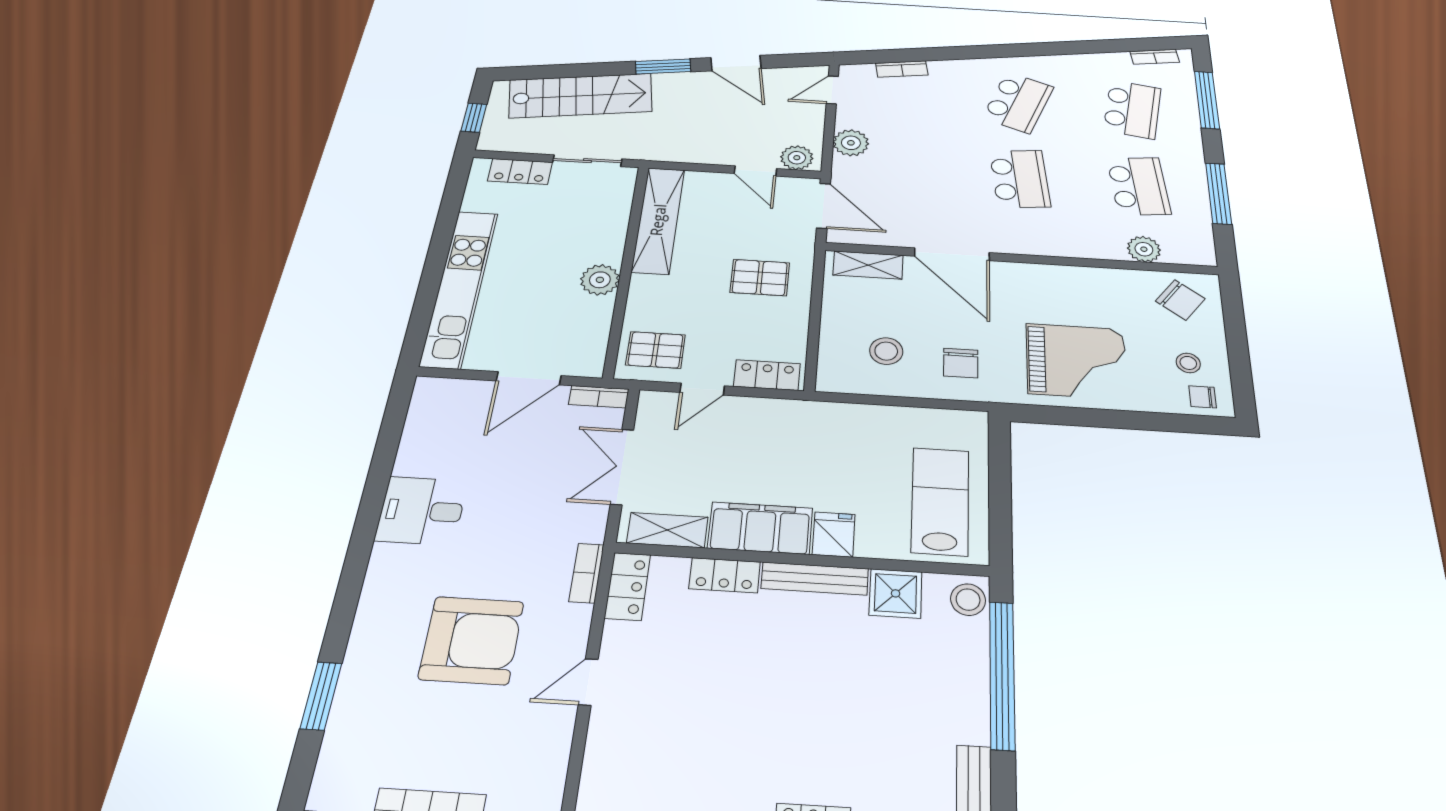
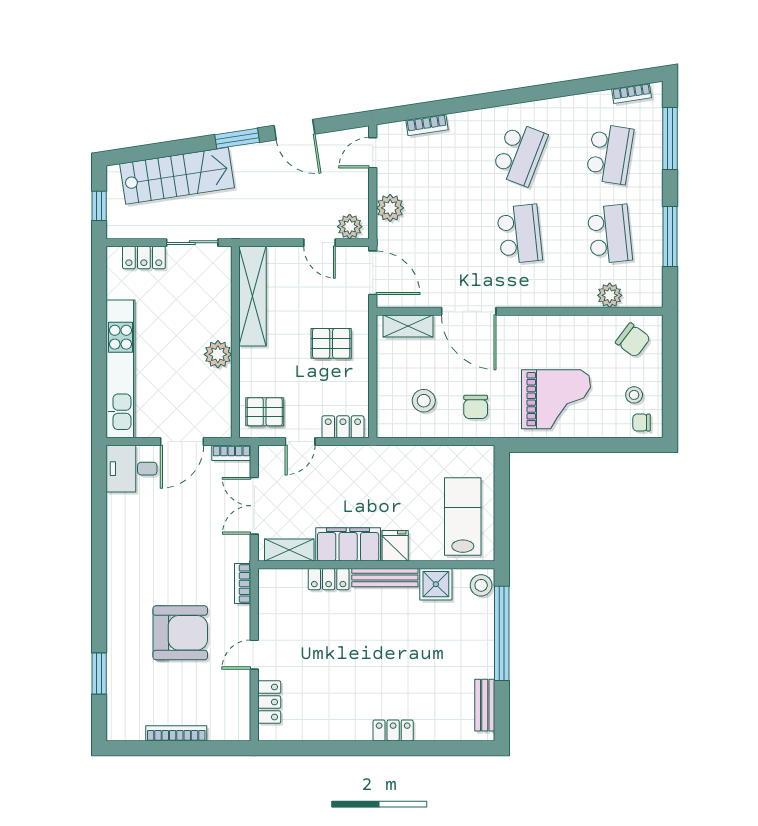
desk: (421, 511) -> (132, 469), moved
locker: (627, 586) -> (269, 702), moved

